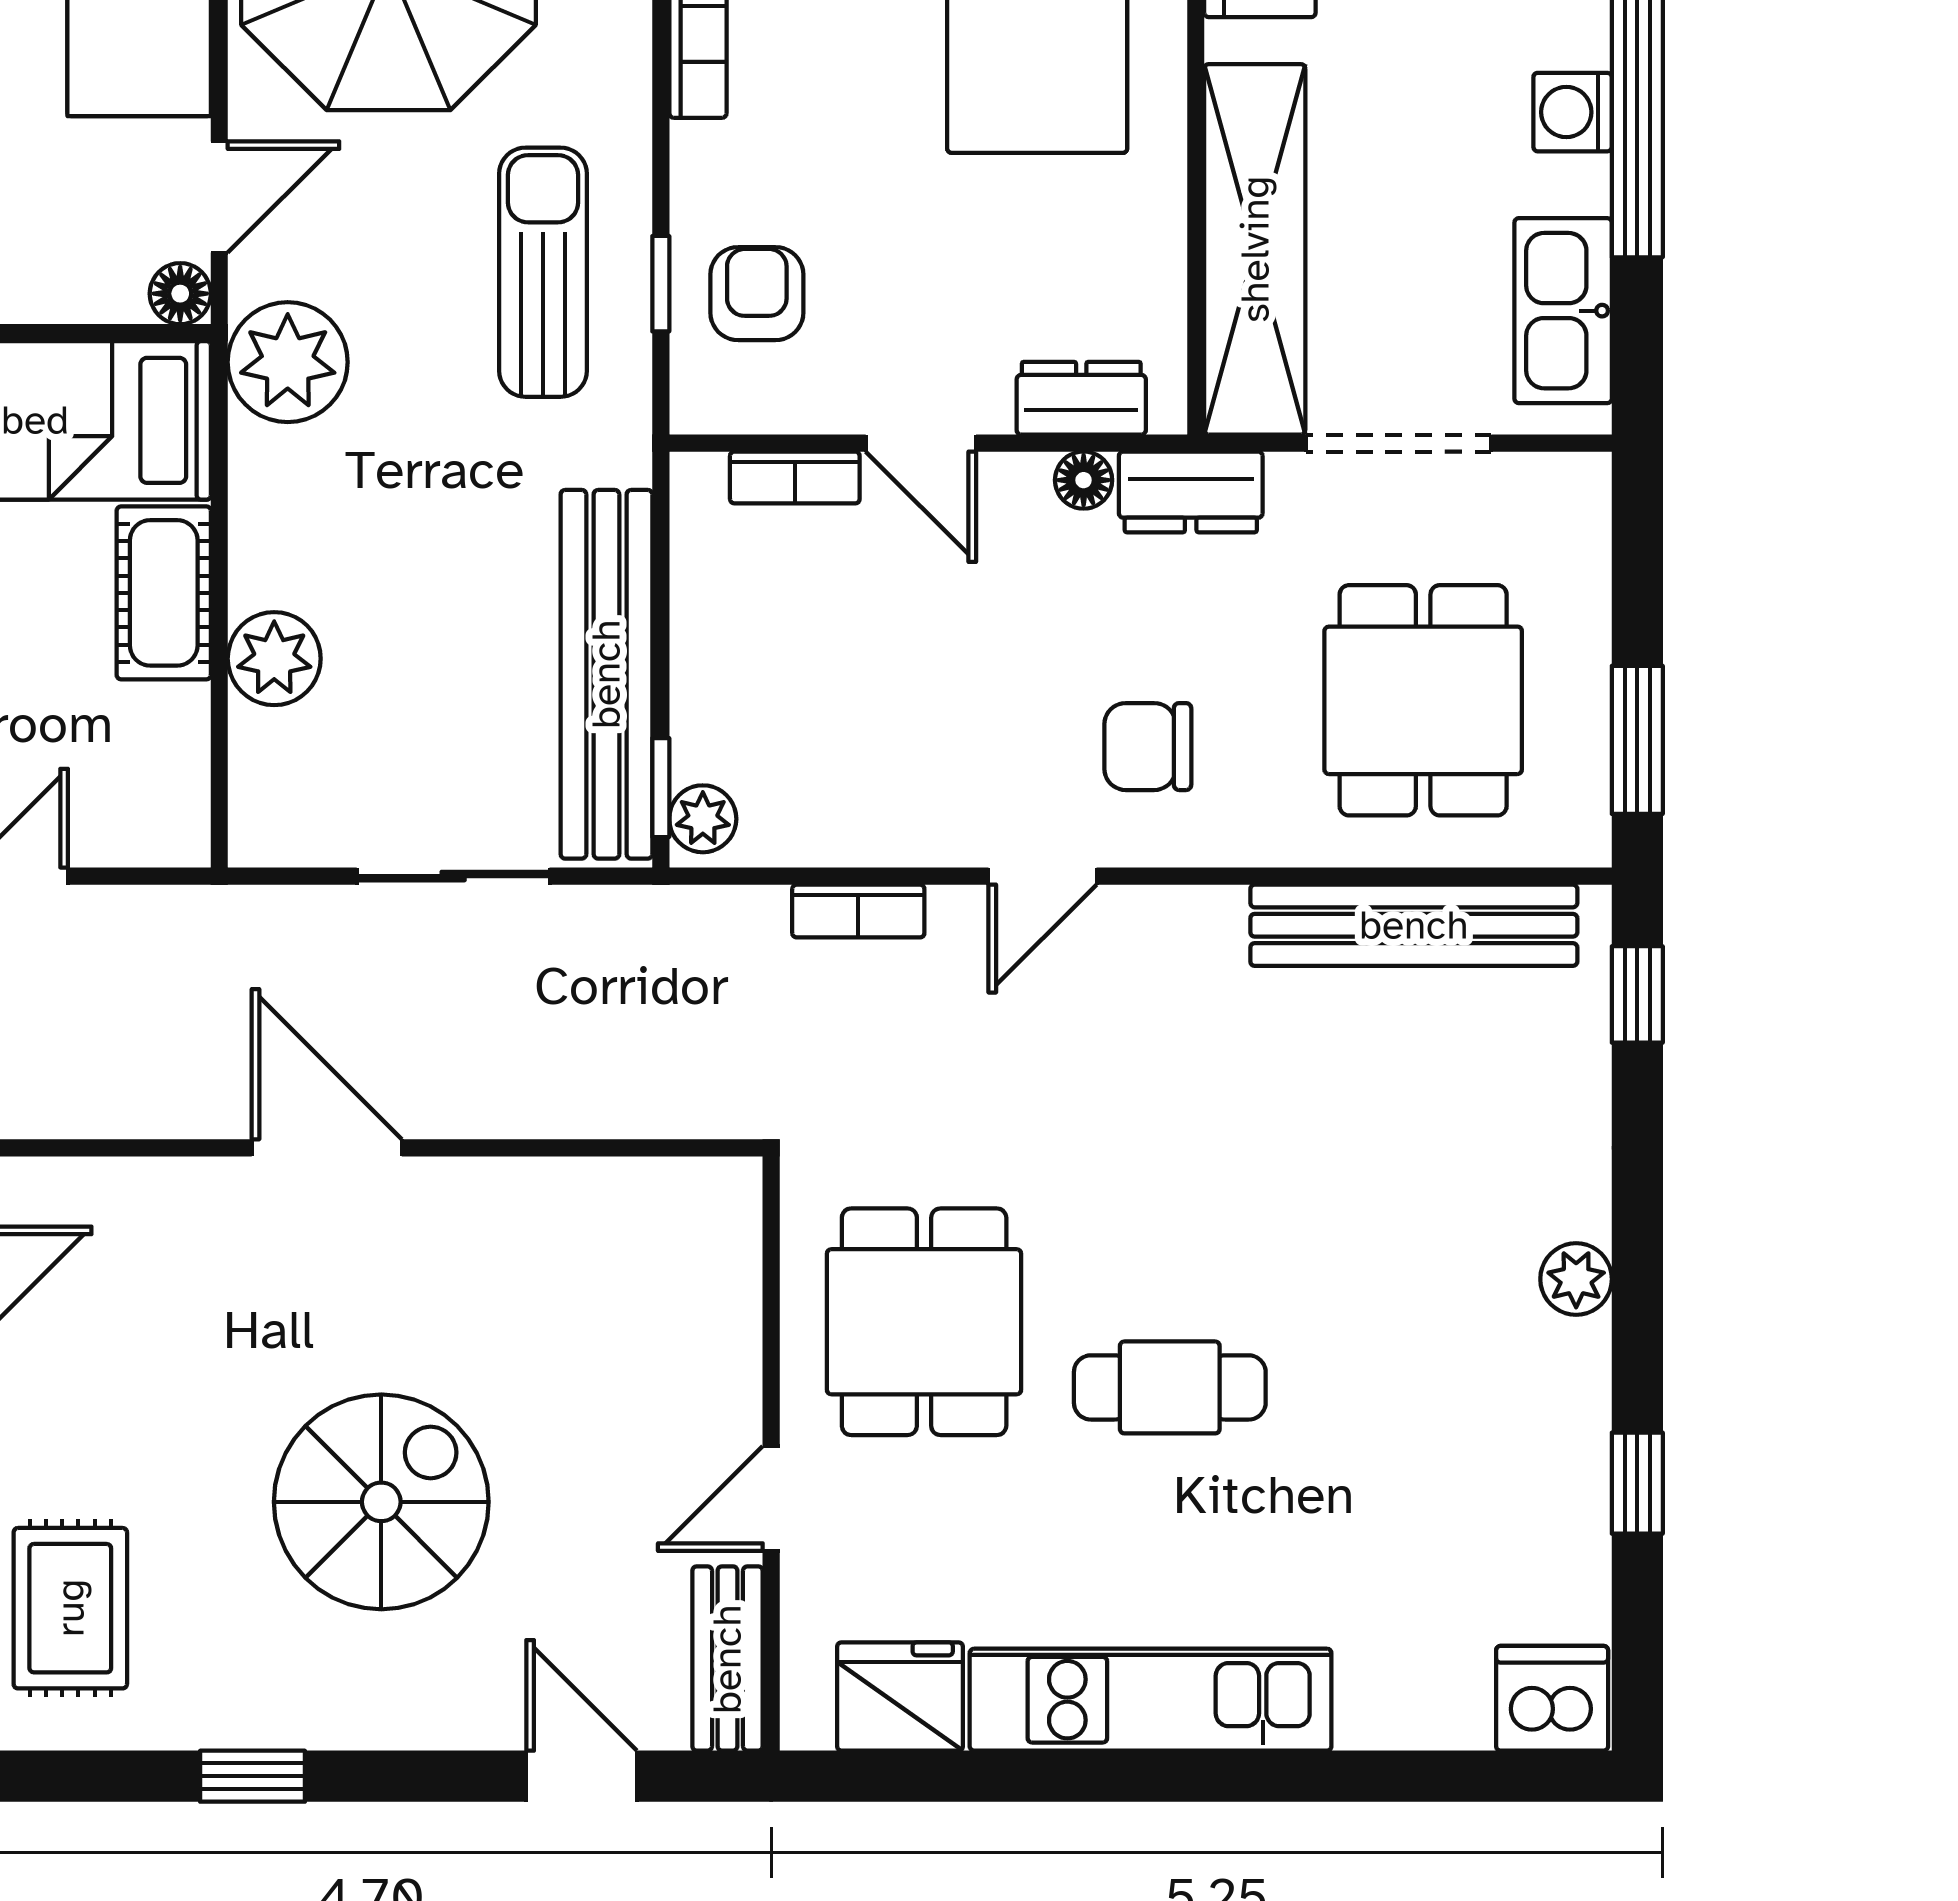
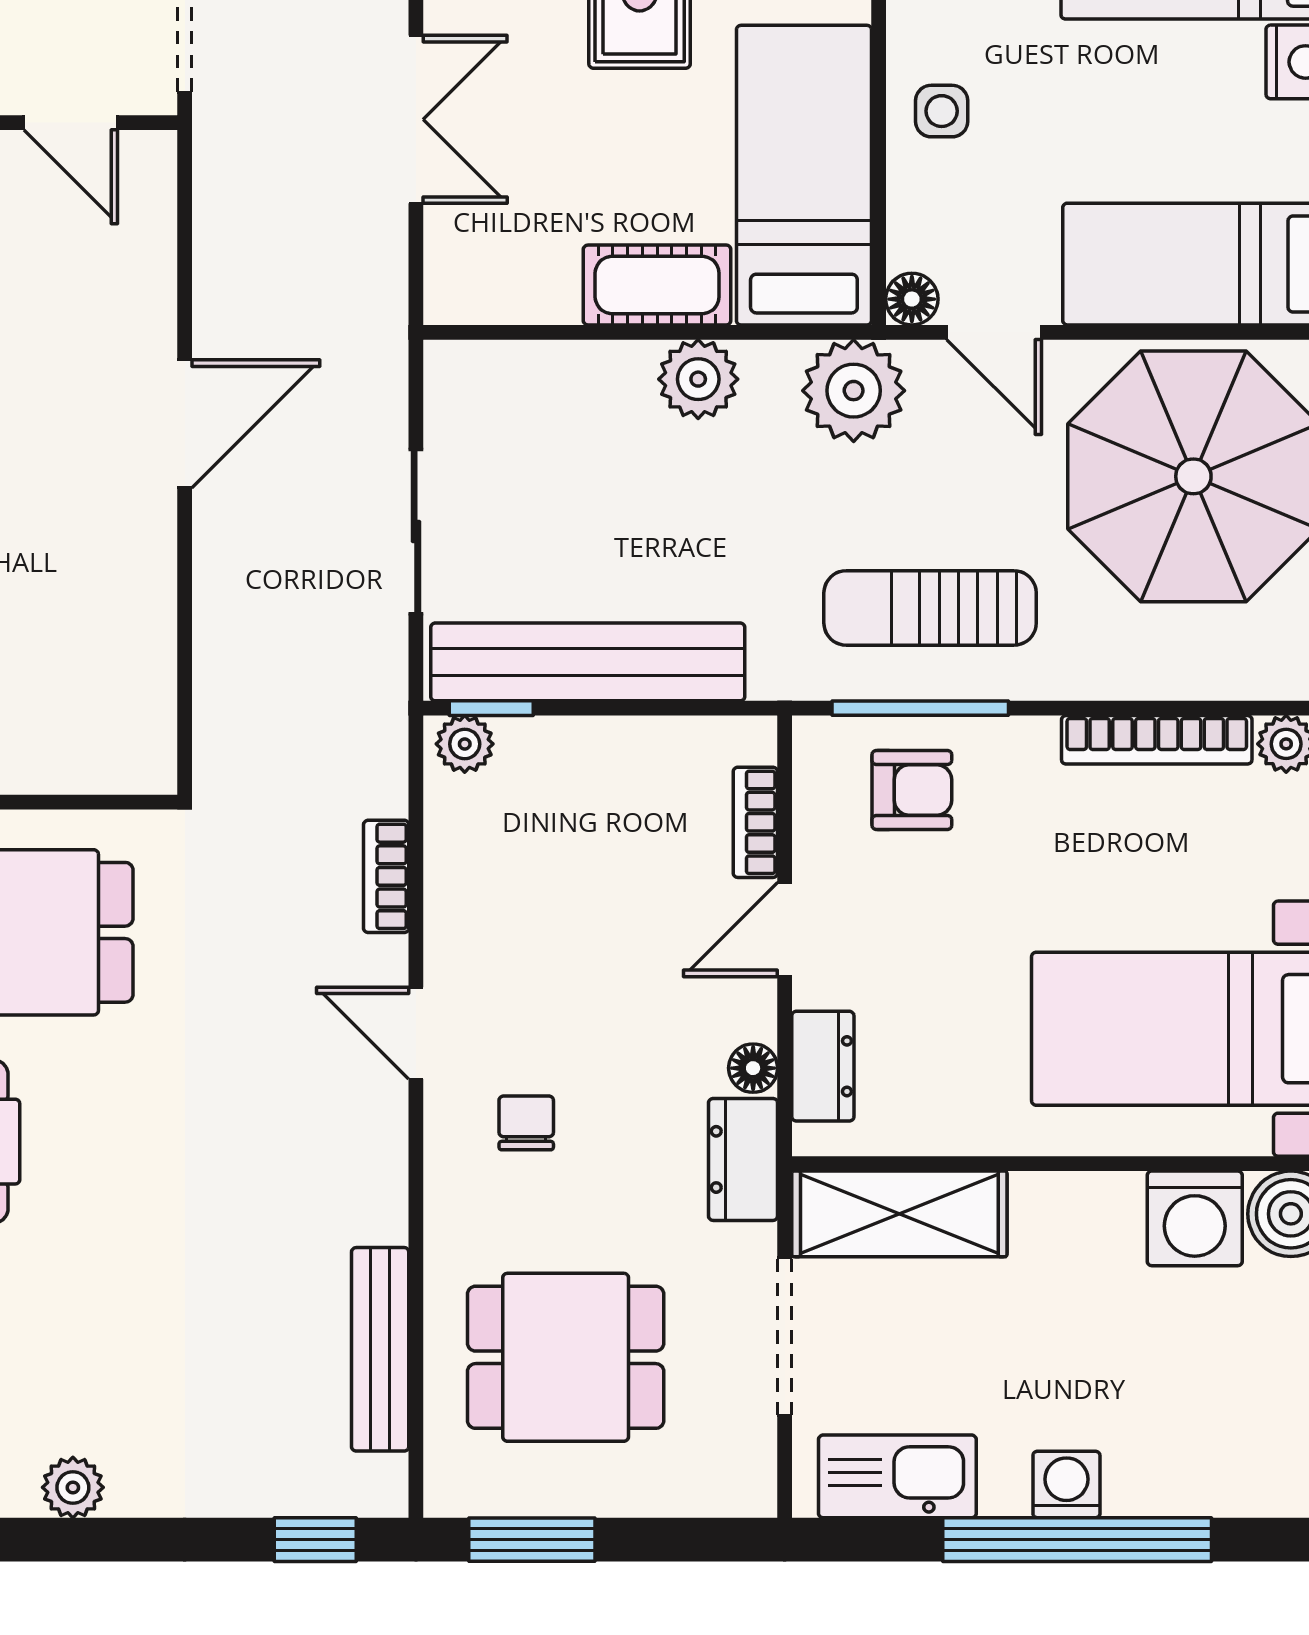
shelving: (1255, 249) -> (899, 1214), width x0.68
sun lounger: (543, 272) -> (930, 608), turned 180
window: (661, 284) -> (920, 708), width x2.17
plant: (274, 659) -> (698, 379), moved
chair: (1148, 747) -> (526, 1123), width x0.73, depth x0.73
bench: (1414, 925) -> (380, 1349), width x0.73, depth x0.82

